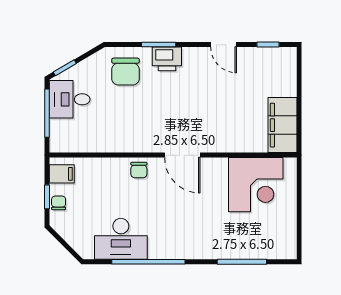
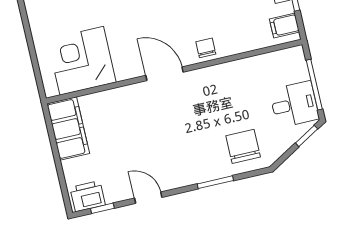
printer: (167, 59) -> (88, 196), moved

